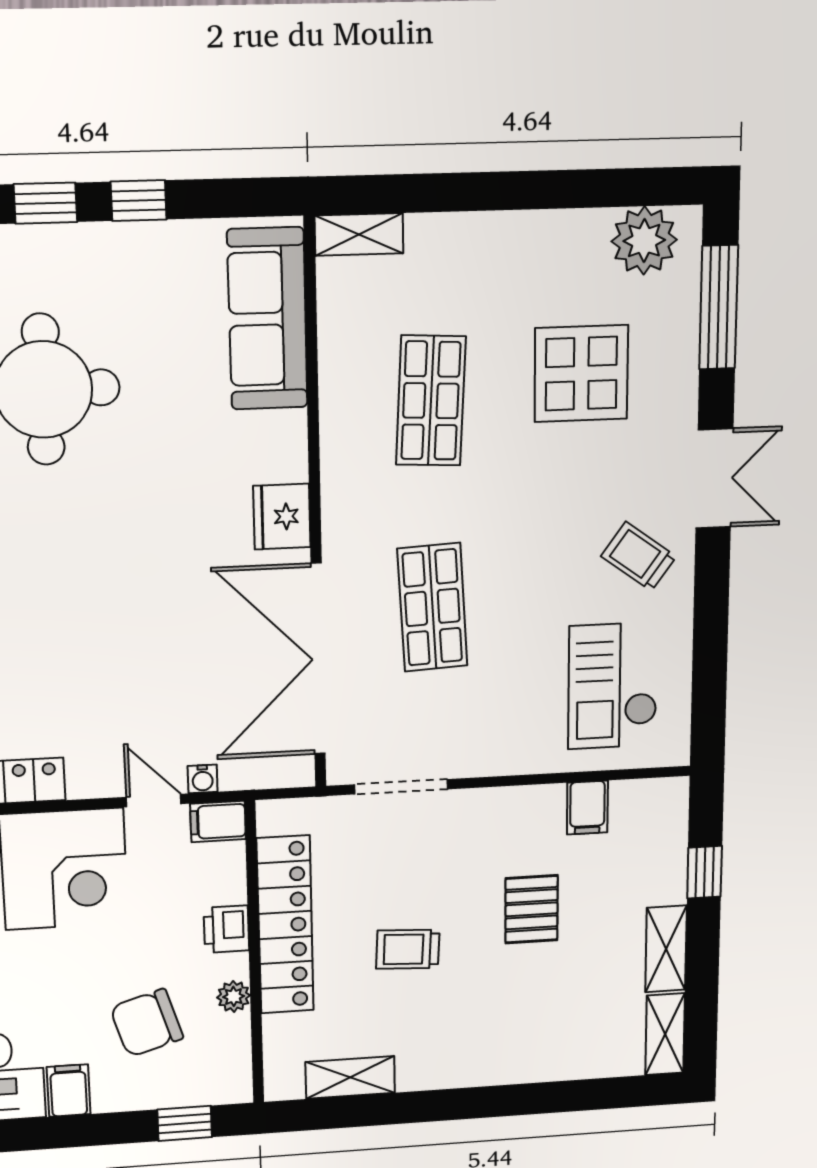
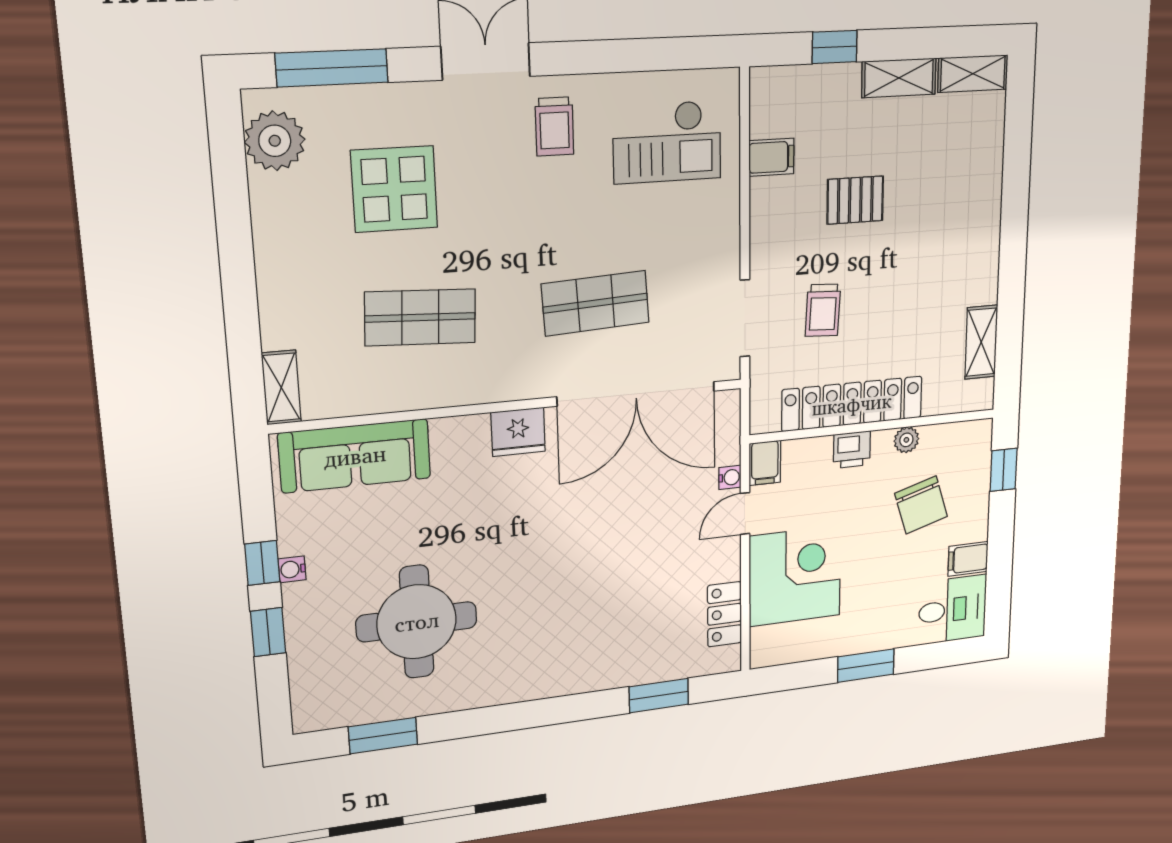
water cooler: (127, 237) -> (292, 569), added
trolley: (639, 556) -> (554, 126), turned -36
trolley: (408, 949) -> (823, 310), moved

